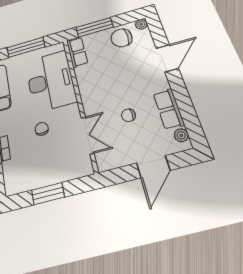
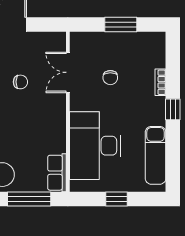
window: (26, 47) -> (116, 199), width x0.46
chair: (42, 129) -> (110, 78), moved

